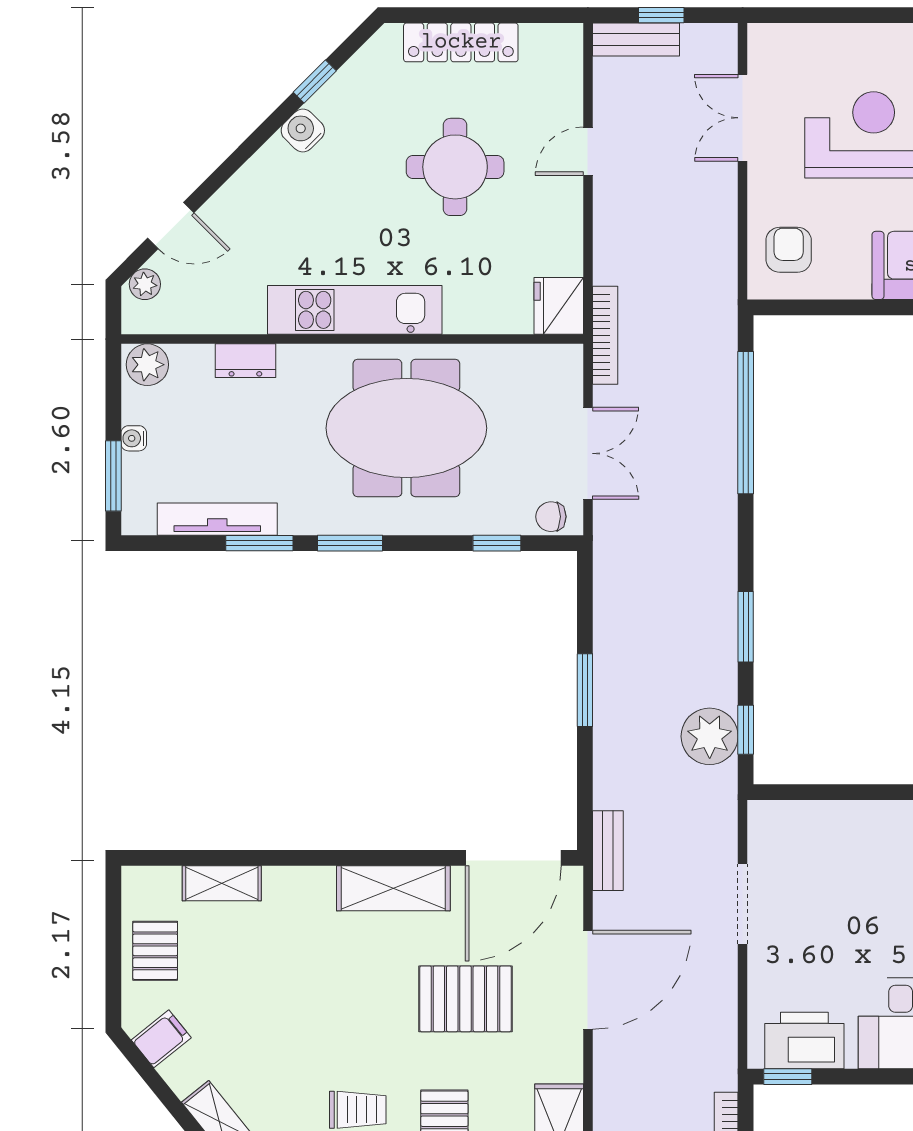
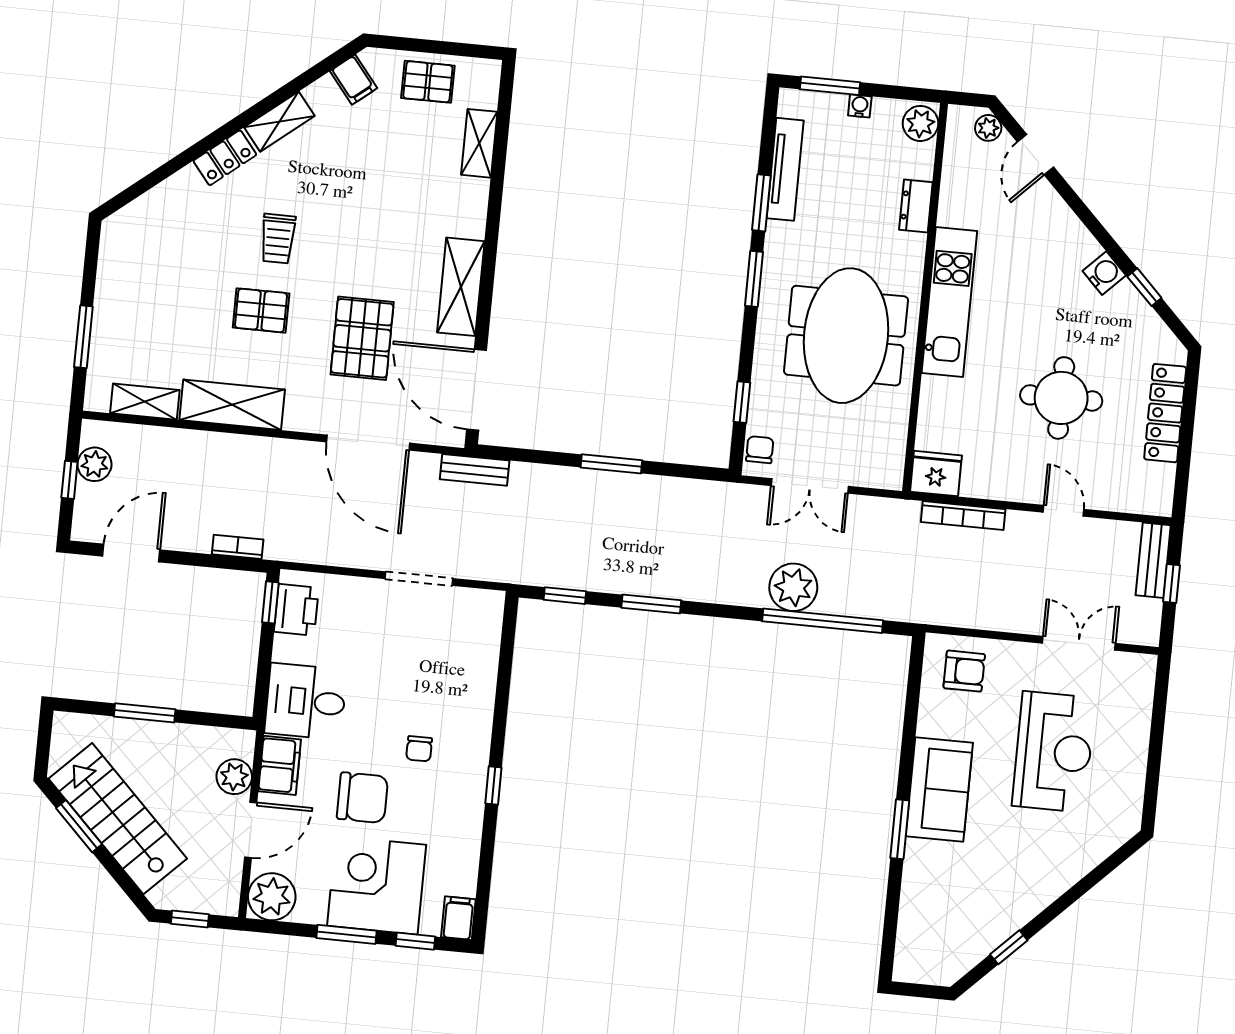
bookcase: (605, 335) -> (963, 516), moved
plant: (710, 736) -> (793, 587), moved
printer: (804, 1040) -> (296, 610), width x0.73, depth x0.84

